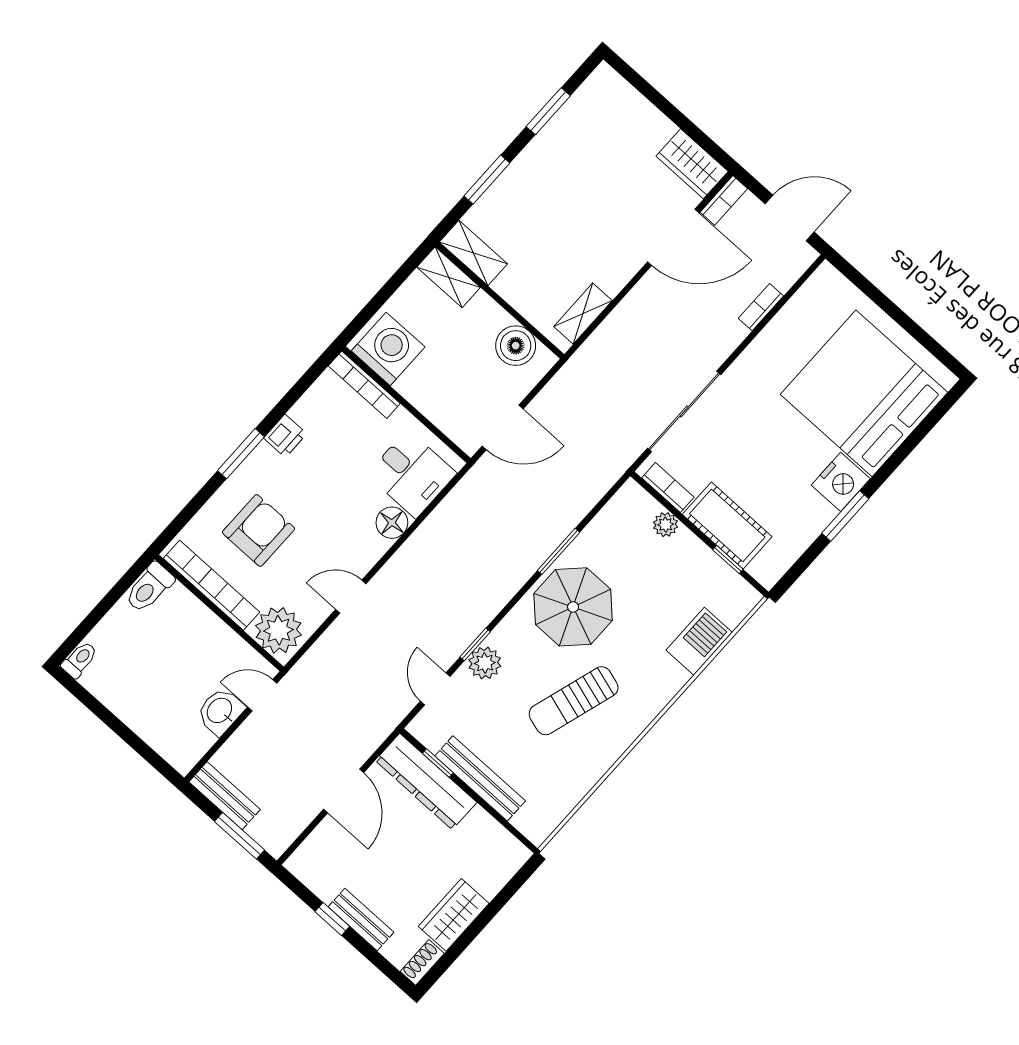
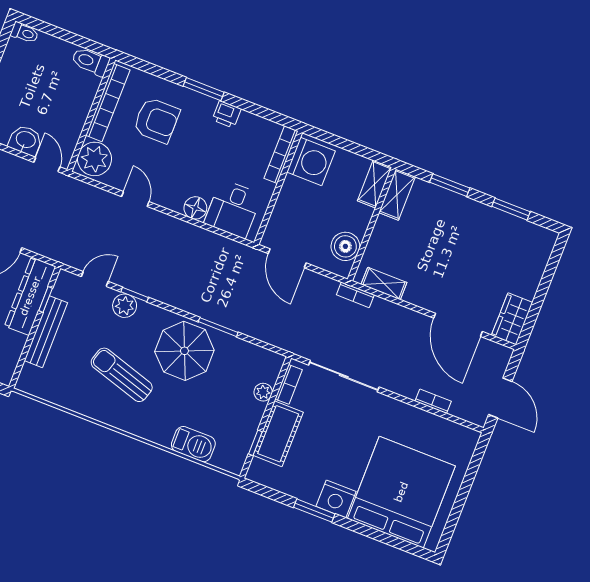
bookcase: (724, 200) -> (355, 295), moved

